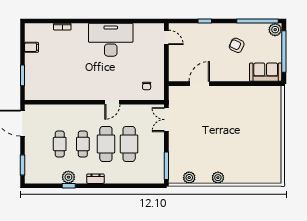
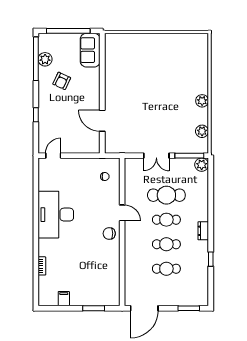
plant: (275, 30) -> (45, 59), moved
chair: (93, 90) -> (109, 233), added
double door: (166, 120) -> (156, 156), moved
cafe table: (106, 144) -> (166, 220), width x0.73, depth x0.74
plant: (68, 177) -> (202, 165), moved

